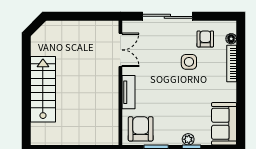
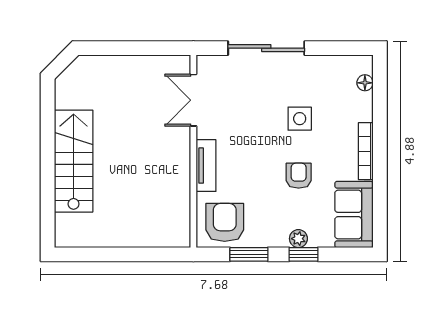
armchair: (205, 39) -> (299, 176), moved
double door: (120, 50) -> (193, 100), swing flipped
bookcase: (232, 63) -> (366, 151), moved

